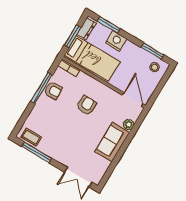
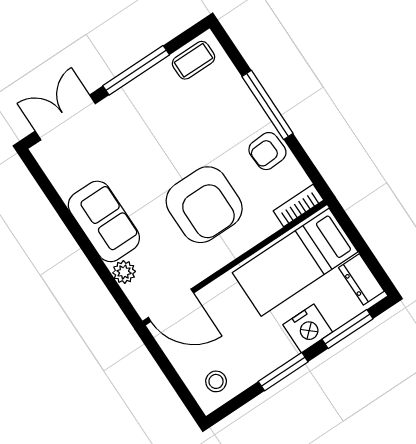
window: (73, 36) -> (360, 244), removed
window: (152, 51) -> (283, 372), moved
window: (42, 88) -> (267, 105), moved
armchair: (87, 105) -> (204, 205), width x1.88, depth x1.88
window: (37, 152) -> (136, 70), moved

